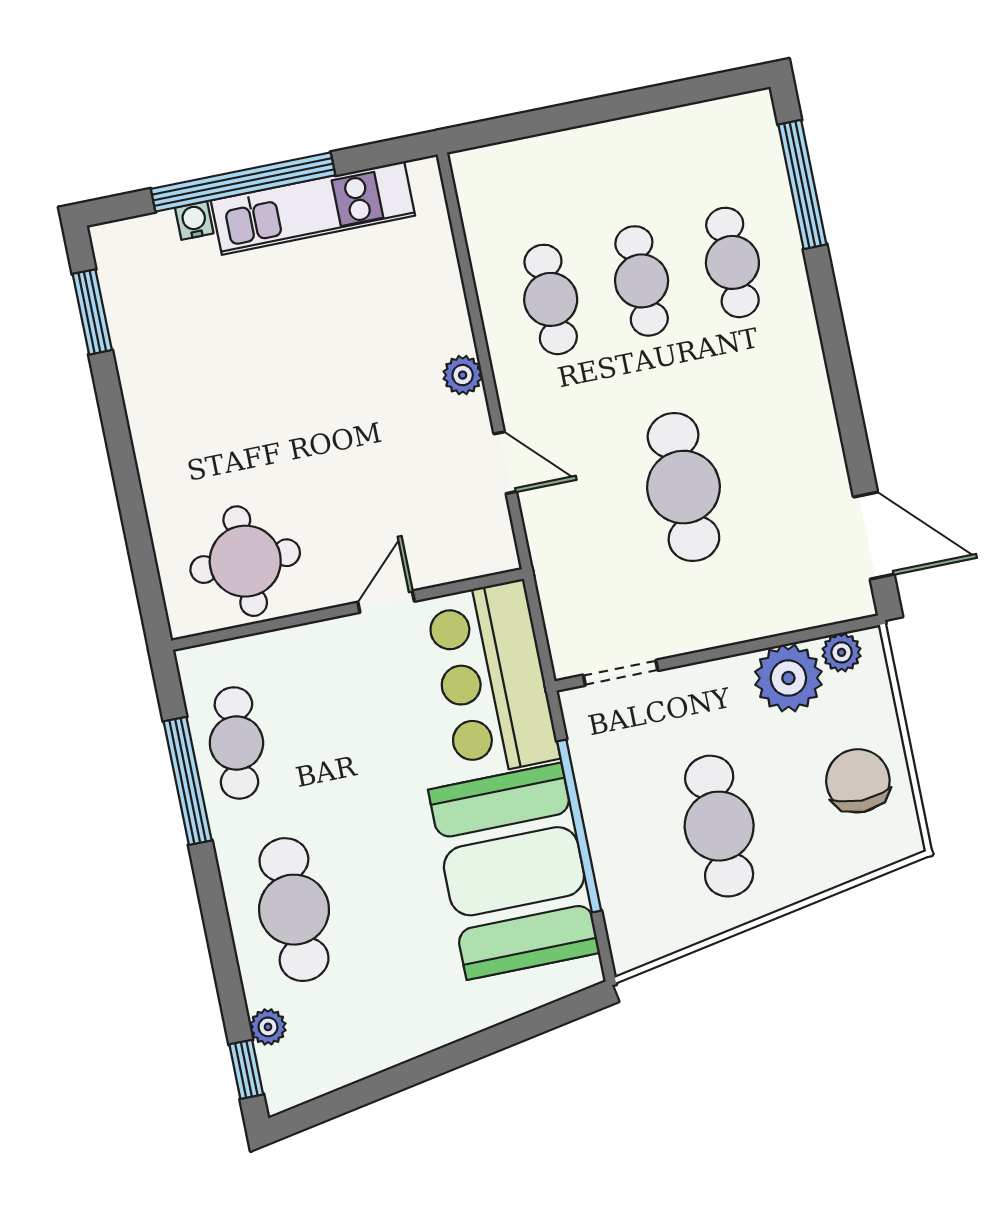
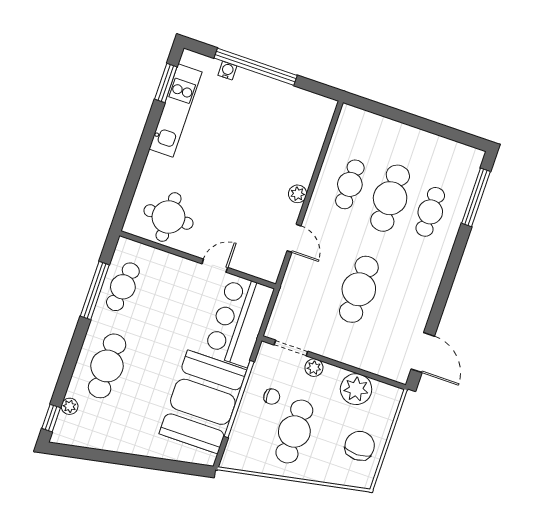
kitchen unit: (313, 208) -> (176, 111), moved, turned -90
cafe table: (642, 281) -> (390, 198), width x1.37, depth x1.35
plant: (842, 652) -> (314, 368), moved
chair: (638, 785) -> (272, 397), added

